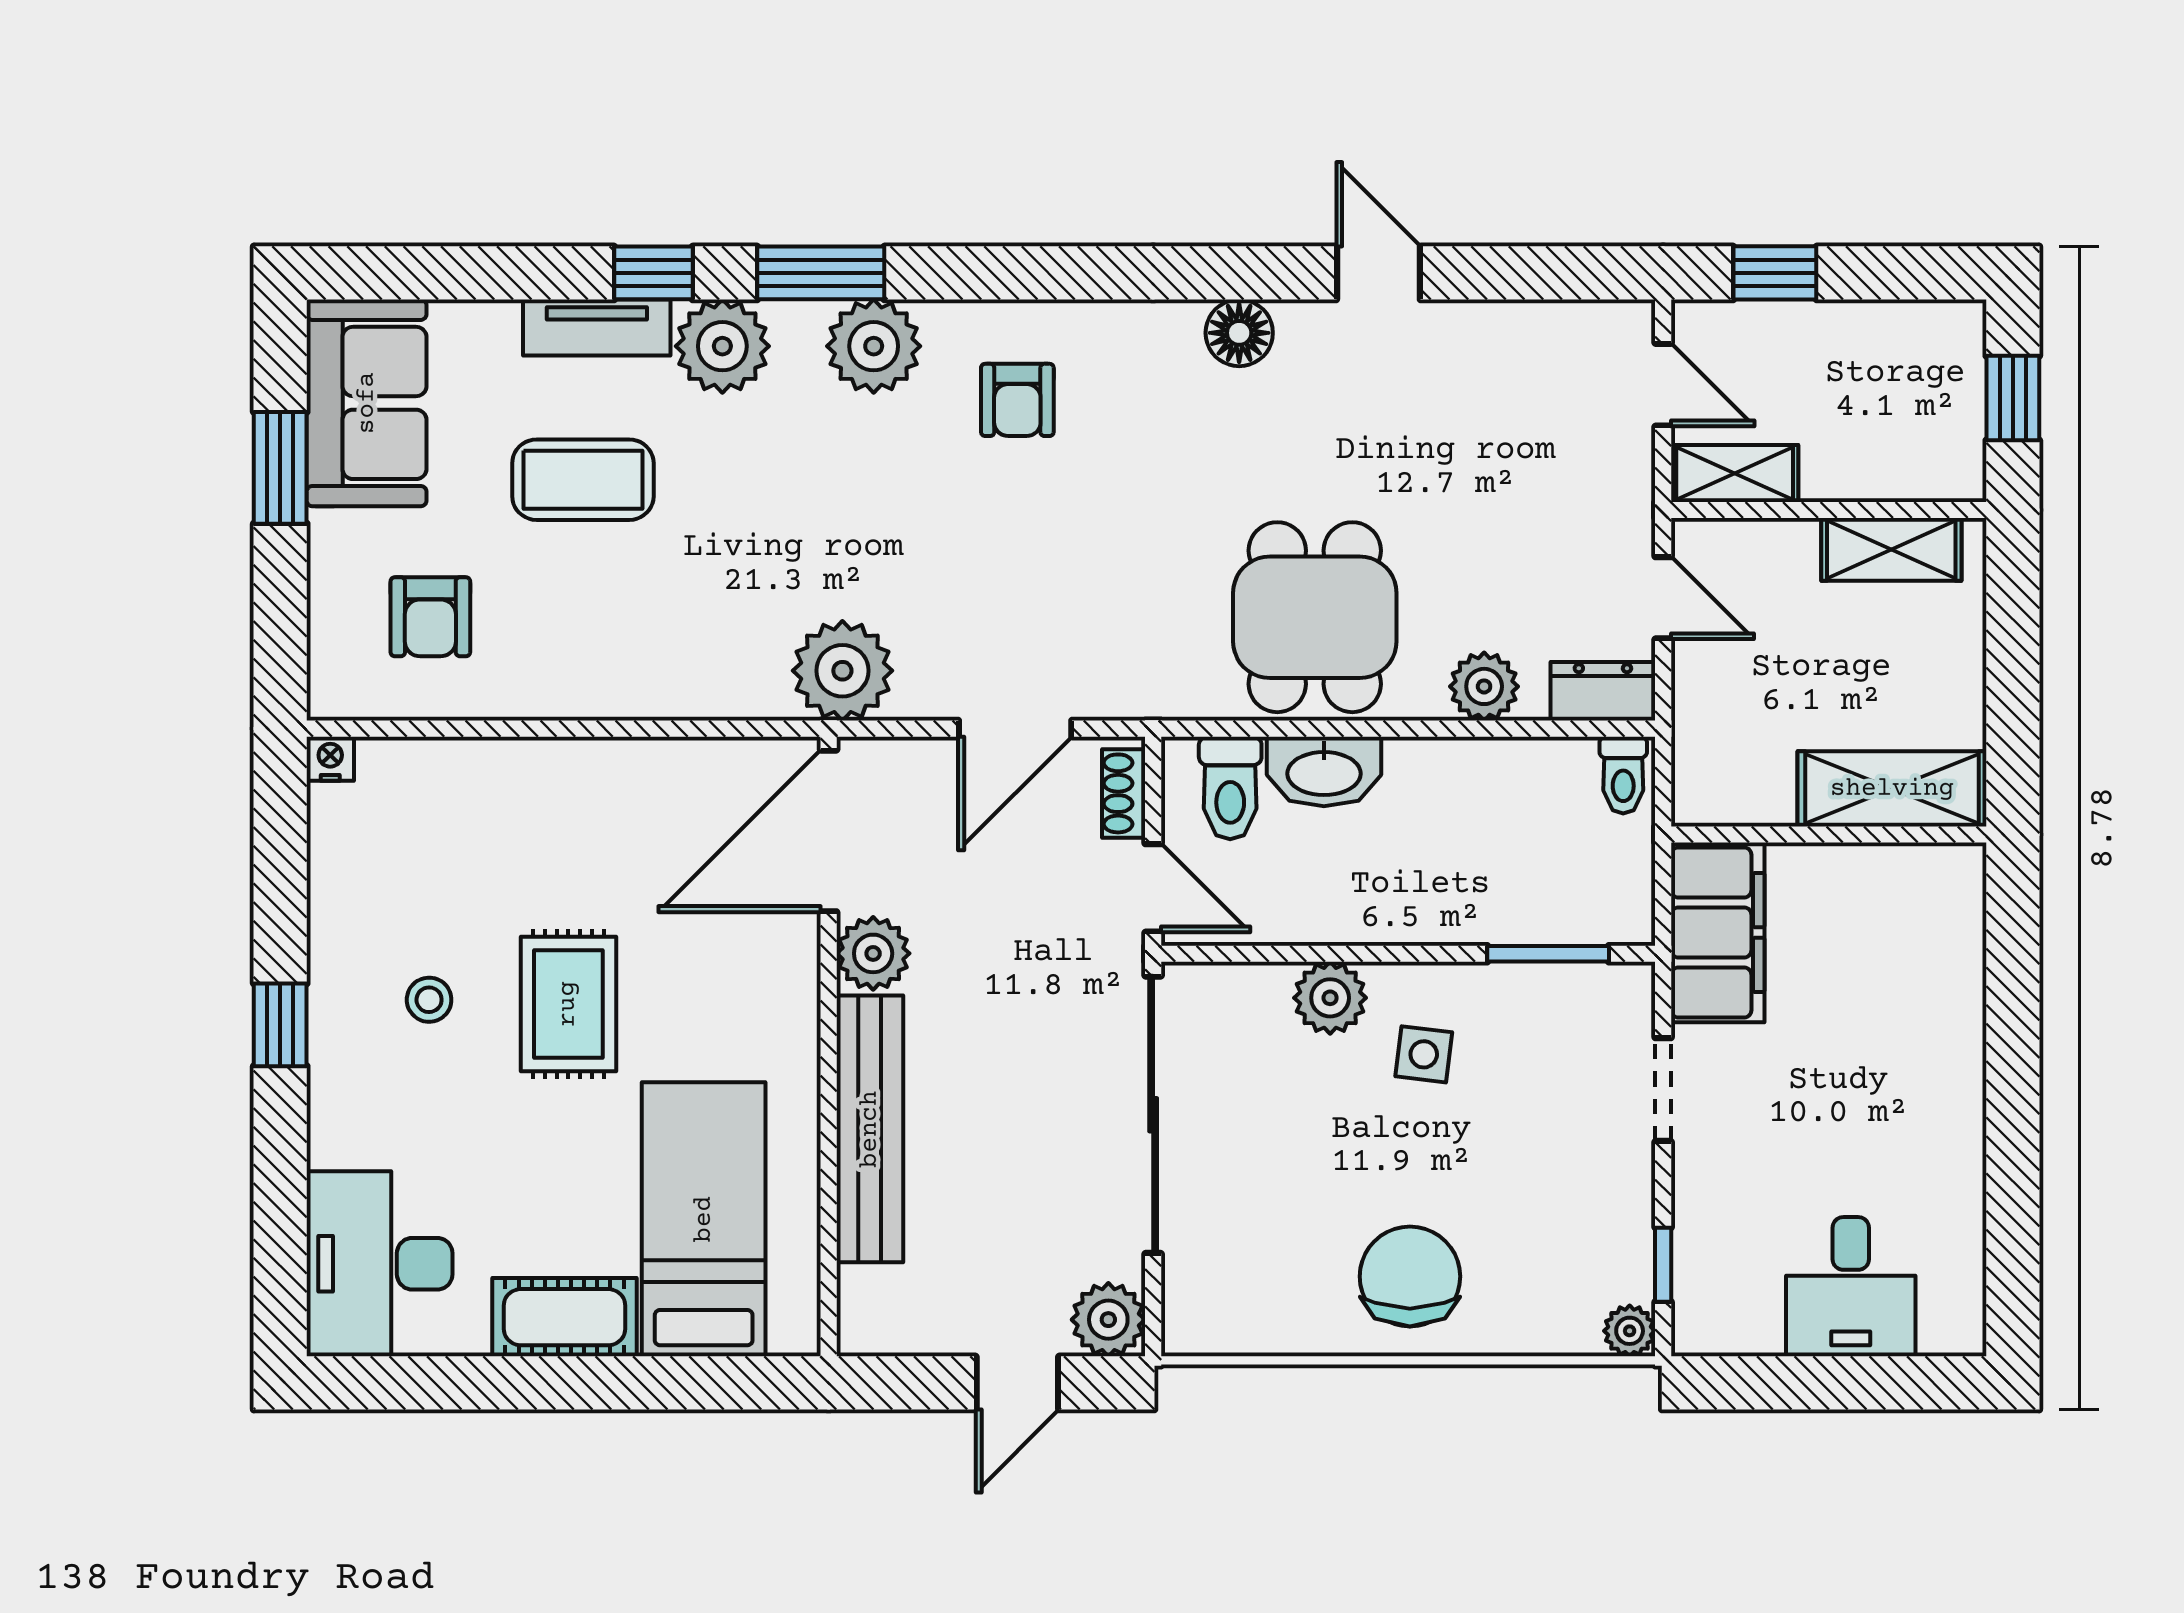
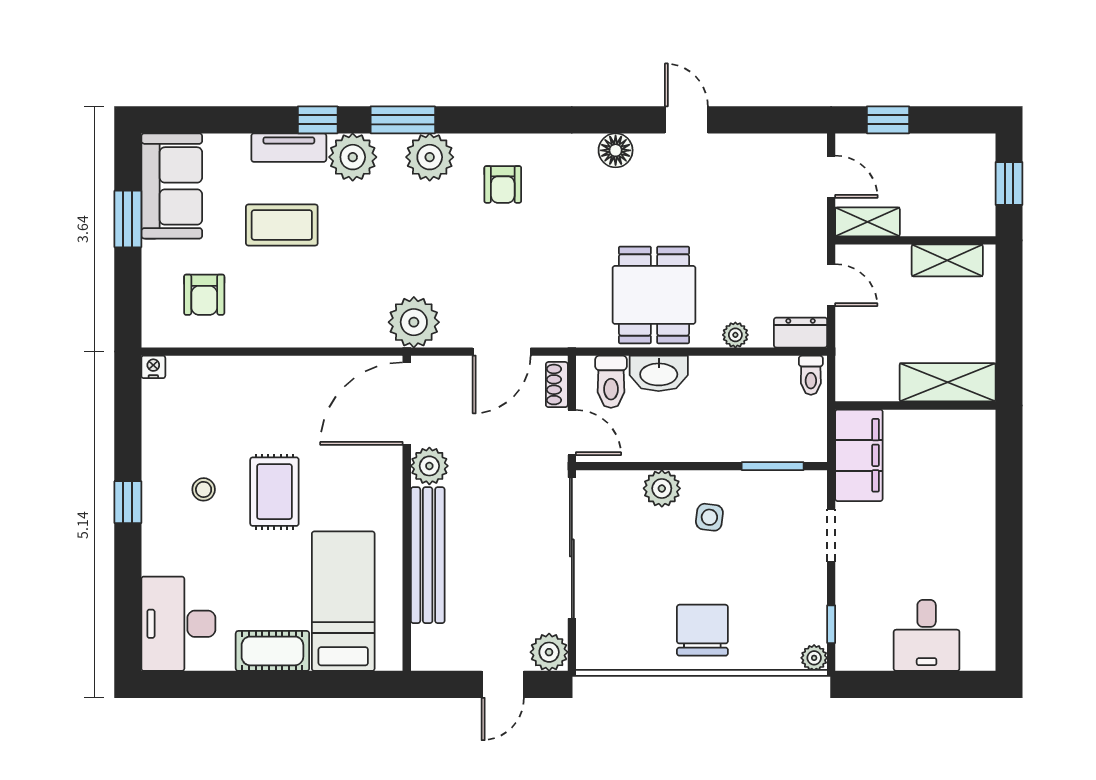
plant: (1484, 686) -> (735, 335), width x0.73, depth x0.73

